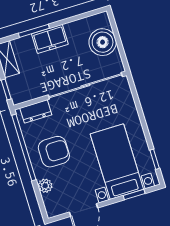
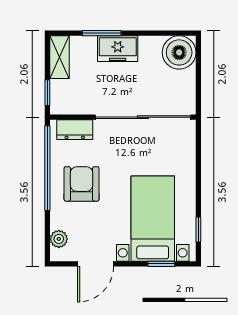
boiler: (103, 42) -> (179, 52), moved
armchair: (54, 152) -> (82, 184), turned -90
plant: (45, 186) -> (59, 239), moved

